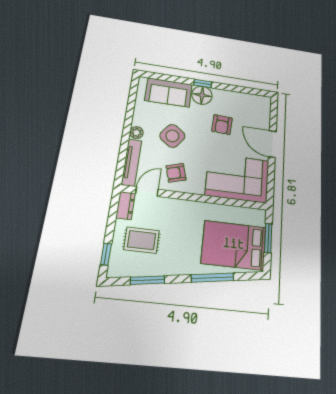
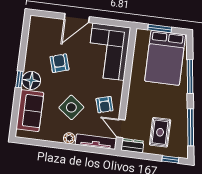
armchair: (222, 125) -> (59, 63), turned -110
window: (147, 280) -> (191, 127), width x1.44

